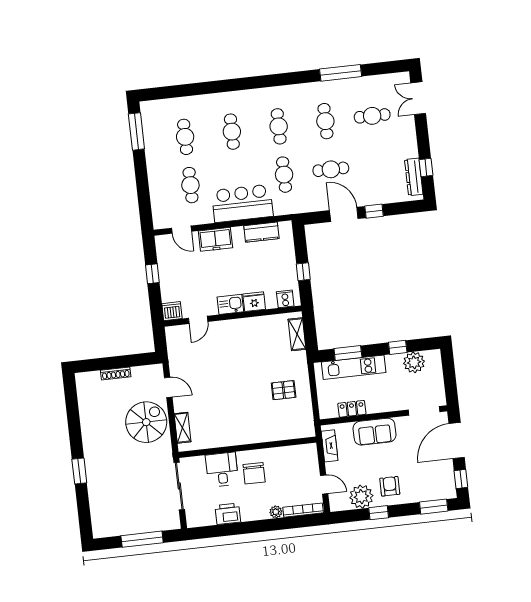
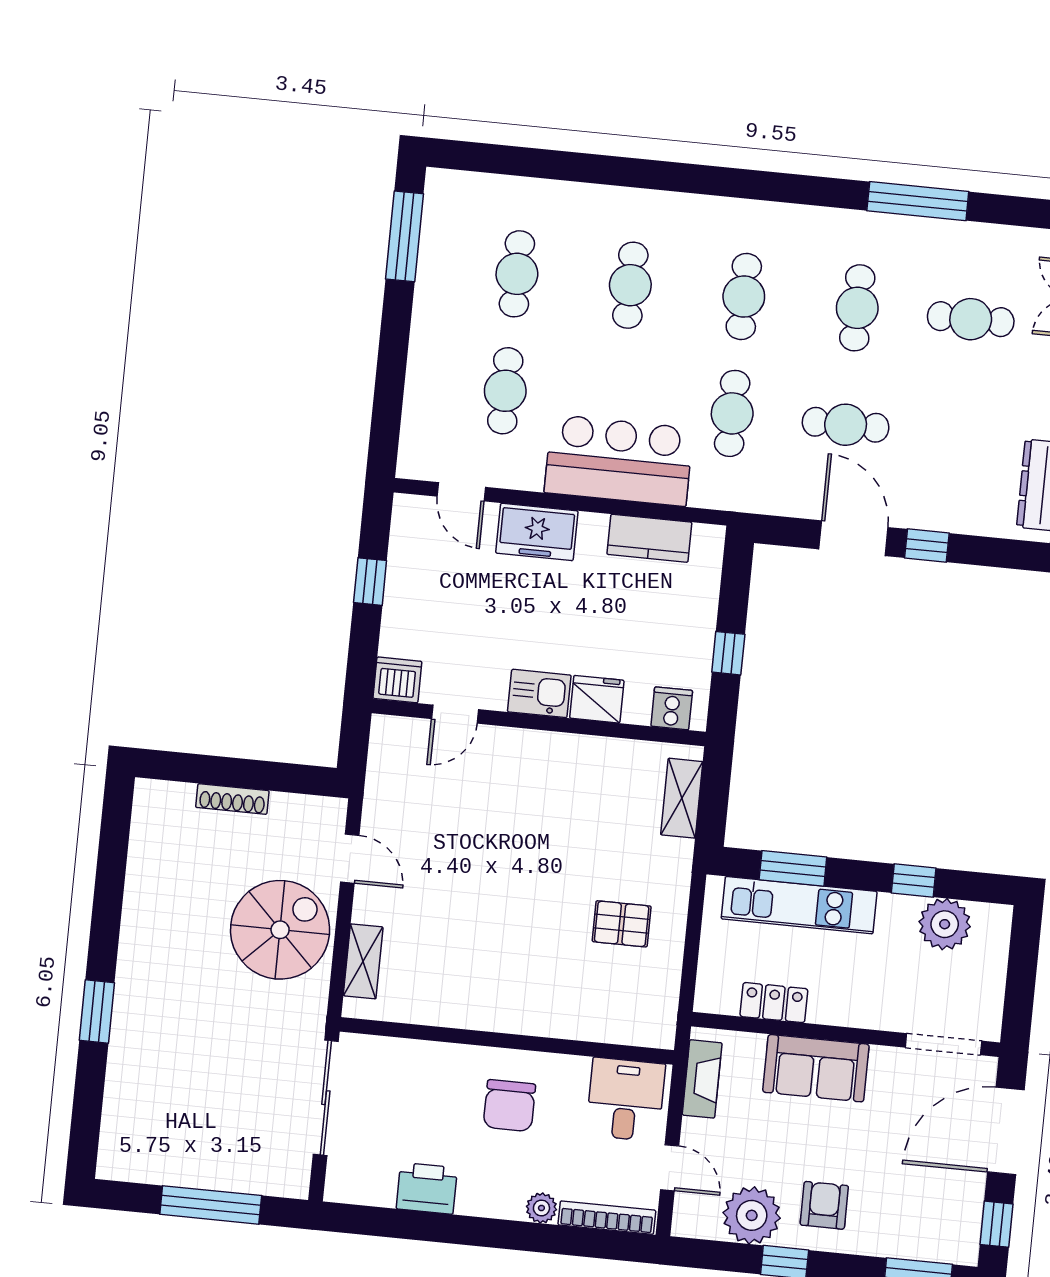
desk: (222, 470) -> (626, 1100), moved

